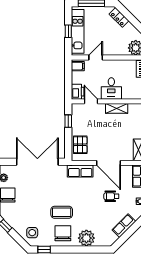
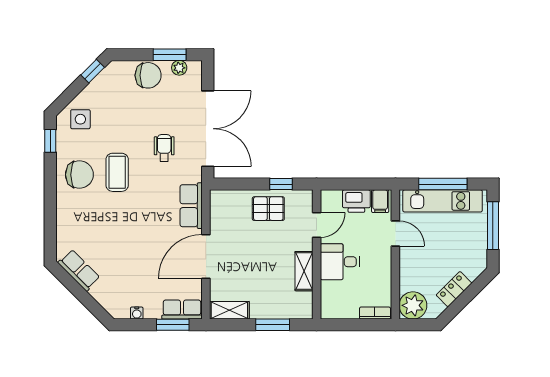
locker: (119, 17) -> (454, 289), moved
window: (68, 31) -> (443, 184), width x2.17
printer: (78, 92) -> (356, 201), moved
pallet: (80, 145) -> (268, 209), moved
wheelchair: (111, 196) -> (164, 148), moved
row of seats: (124, 226) -> (79, 270), moved
plant: (86, 238) -> (71, 217), removed

